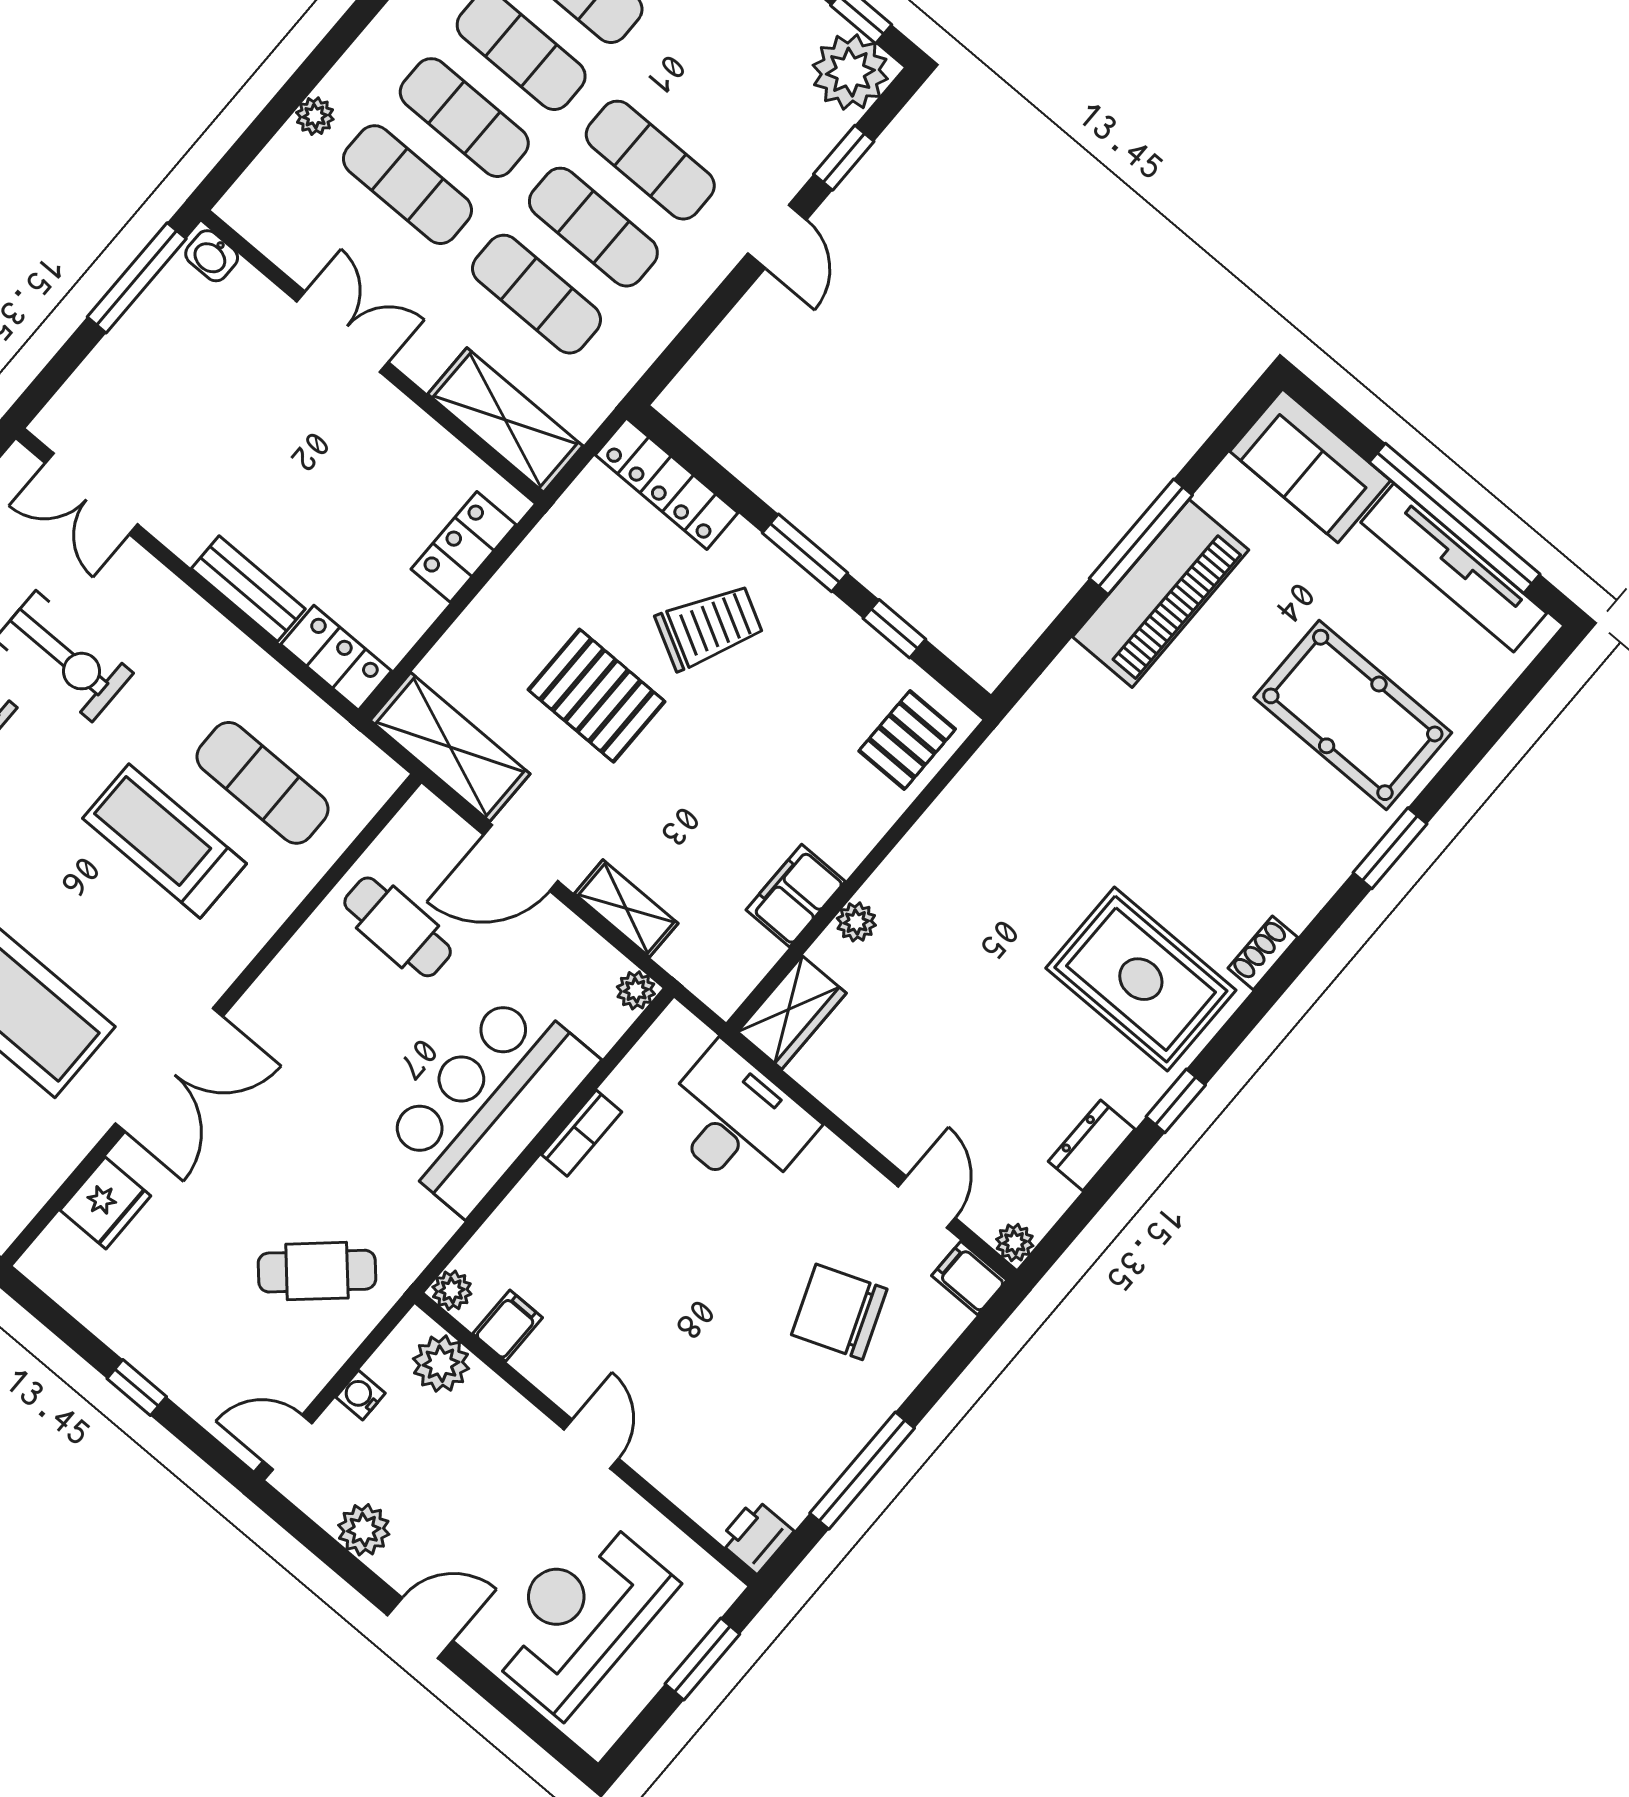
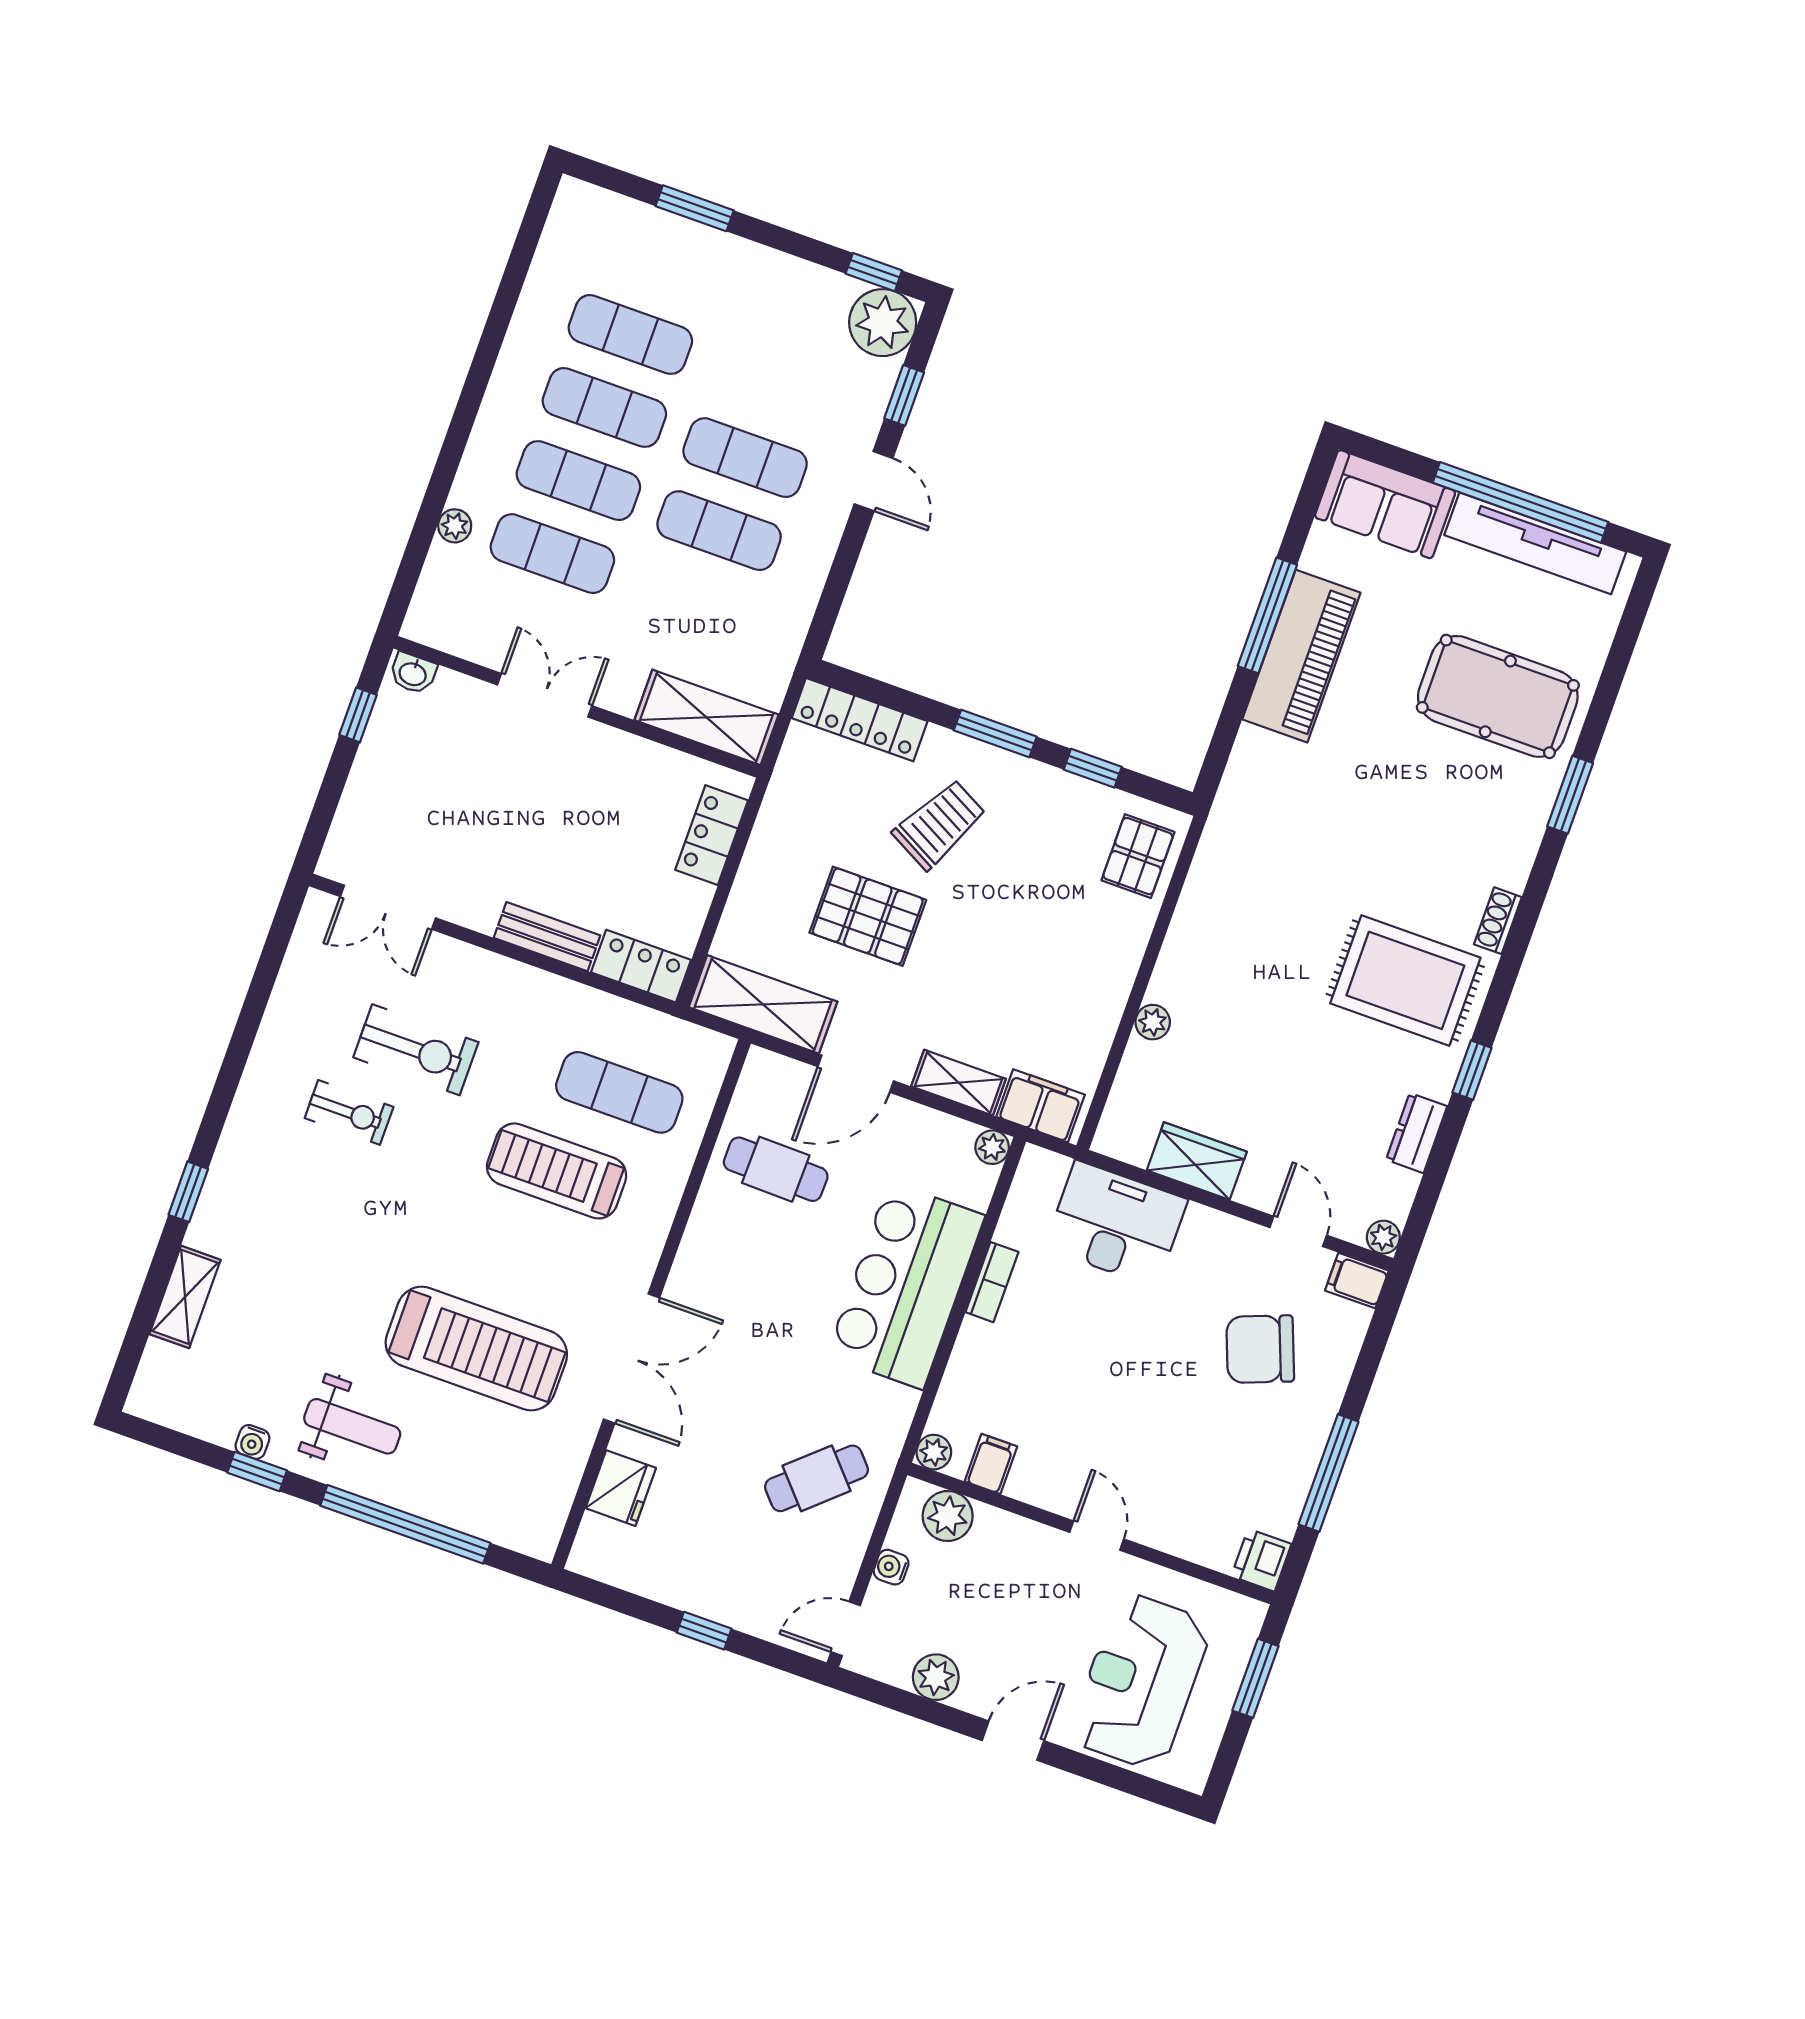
window: (137, 278) -> (358, 715), width x0.46
exercise mat: (537, 294) -> (693, 604), removed
filing cabinet: (796, 896) -> (1041, 1106), moved, turned 90
wardrobe: (792, 1012) -> (1197, 1161), moved, turned -90

